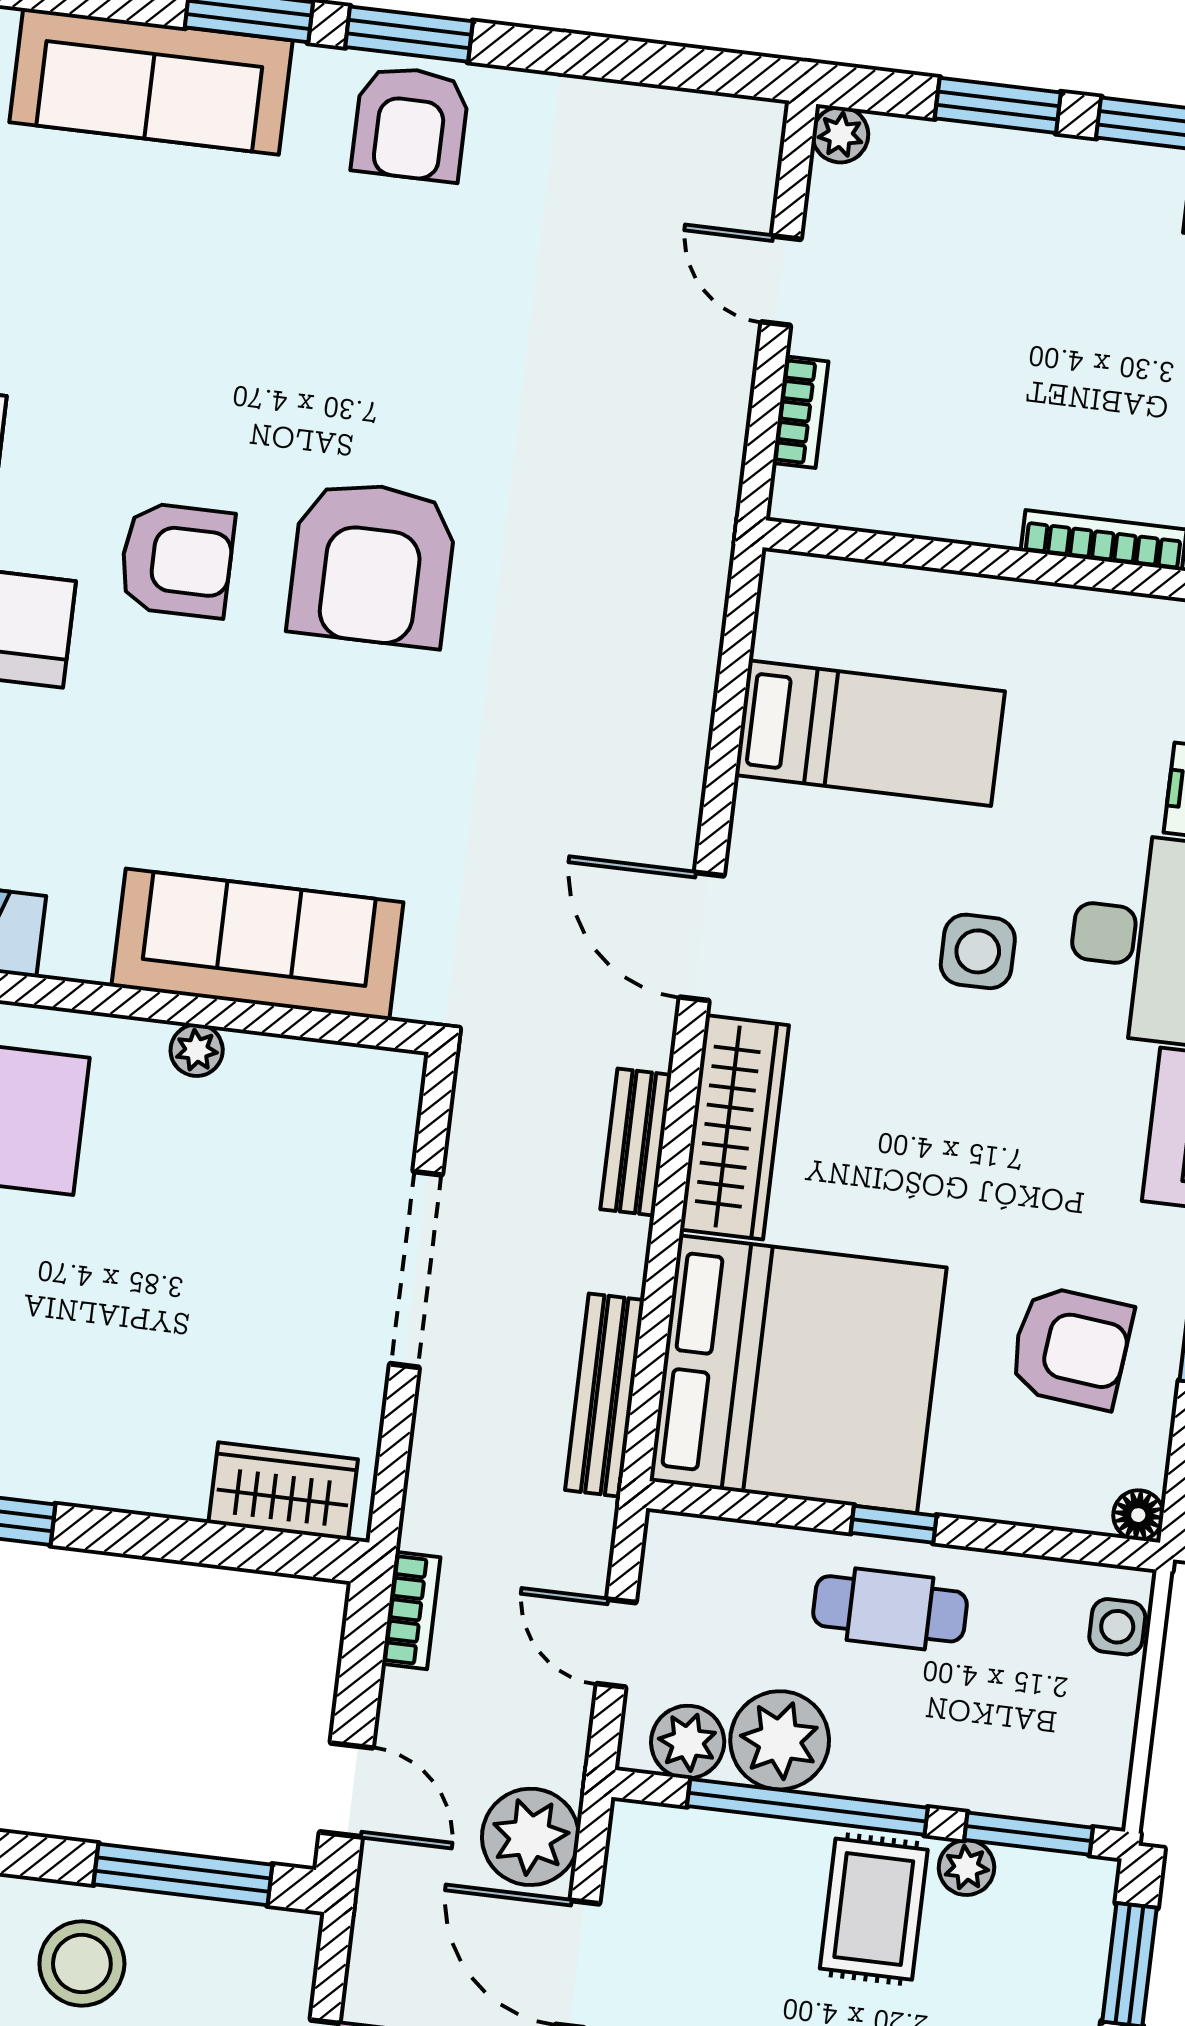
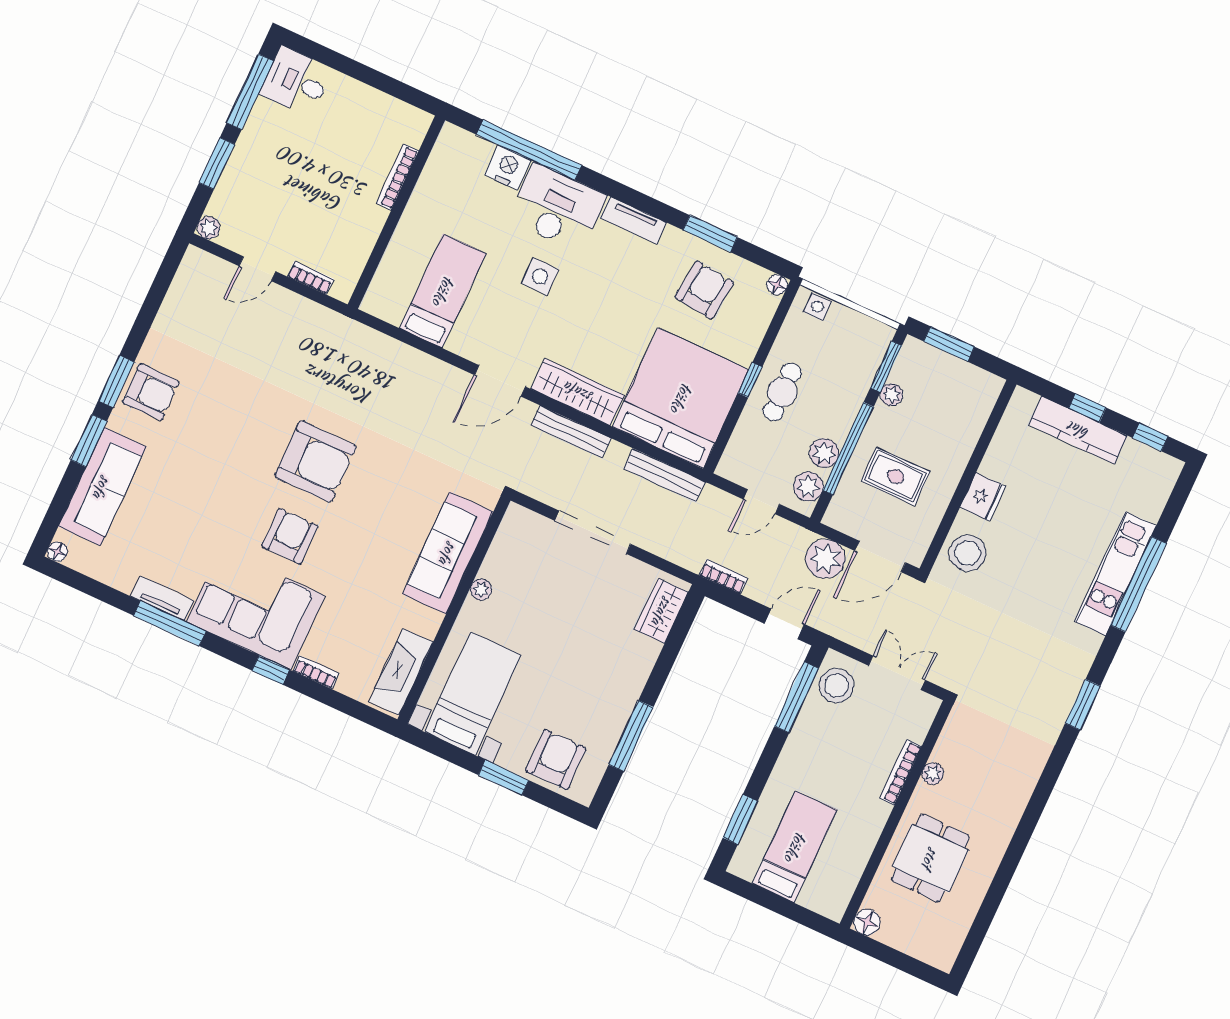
bench: (636, 1142) -> (571, 432), width x1.36
plant: (780, 1740) -> (824, 453), width x0.73, depth x0.73
rug: (874, 1909) -> (896, 476), moved
stool: (82, 1964) -> (836, 686), moved

